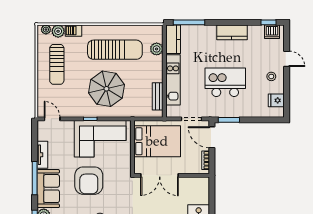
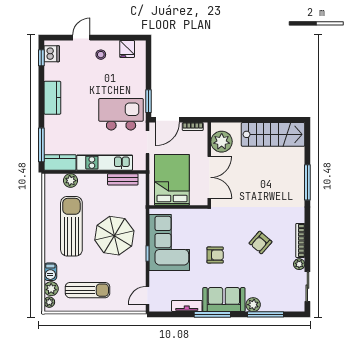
kitchen island: (225, 82) -> (121, 114), moved, turned 90
armchair: (89, 181) -> (215, 255), width x0.53, depth x0.53
plant: (192, 186) -> (222, 142), added

